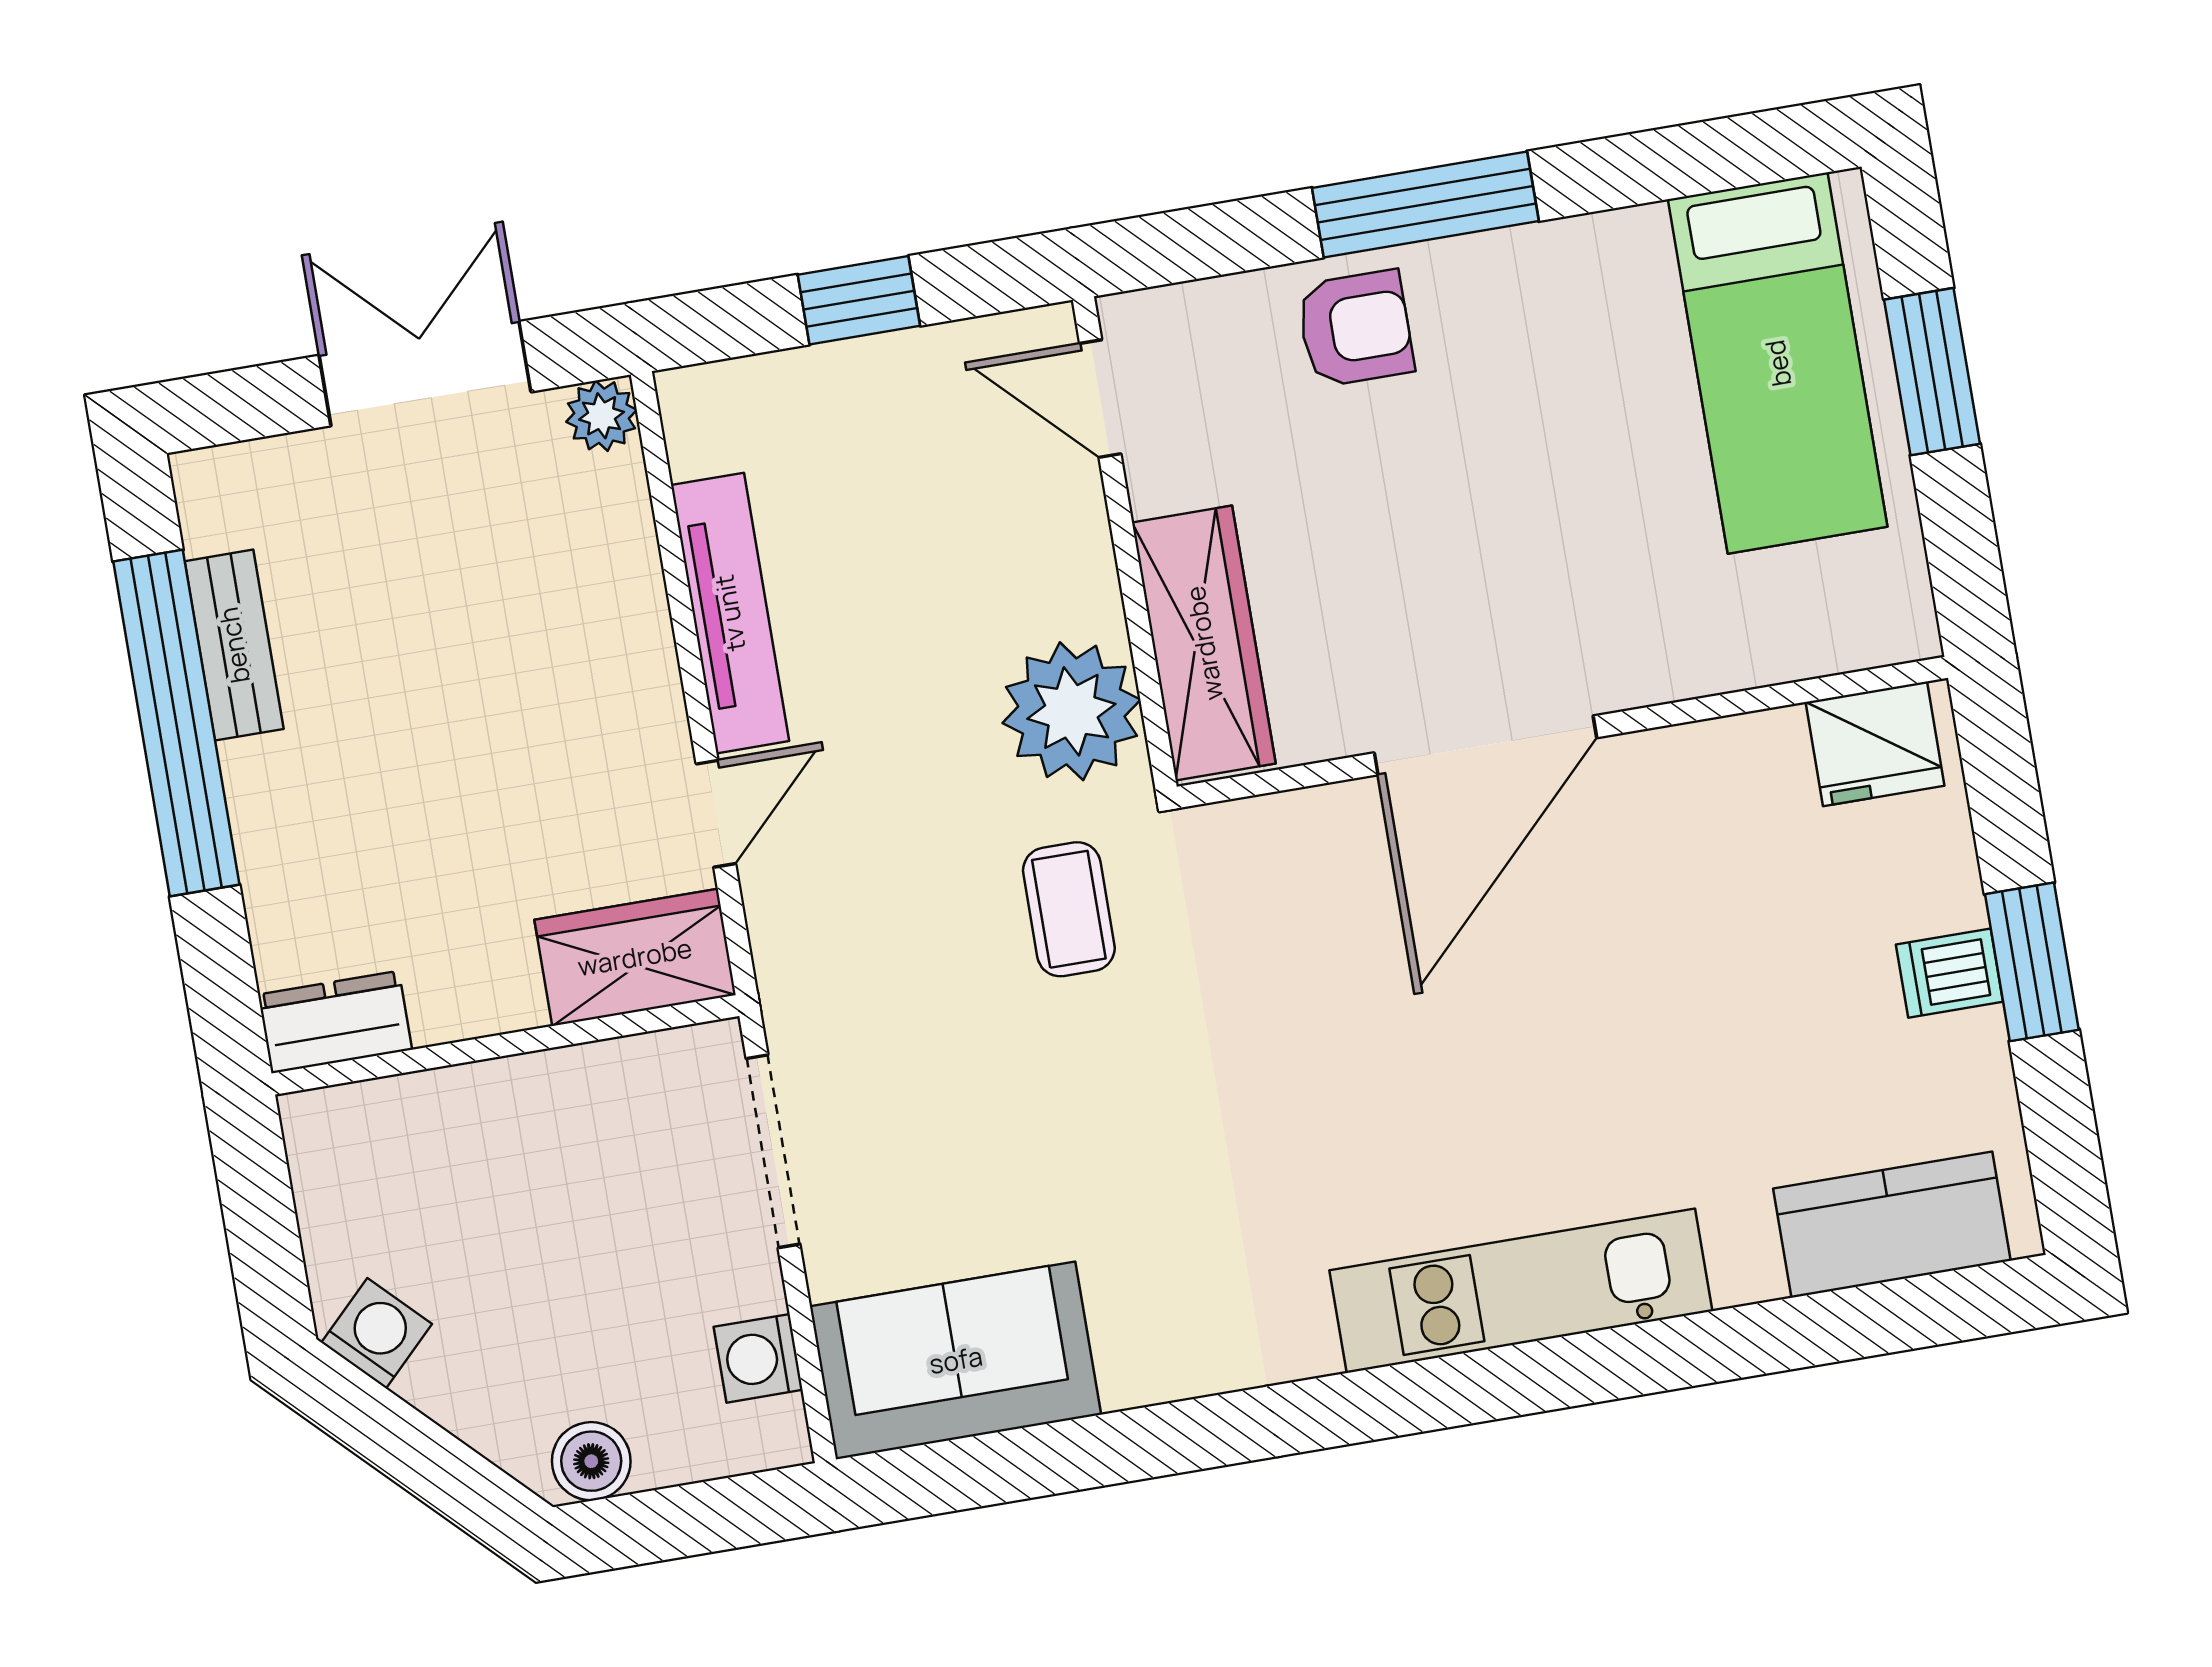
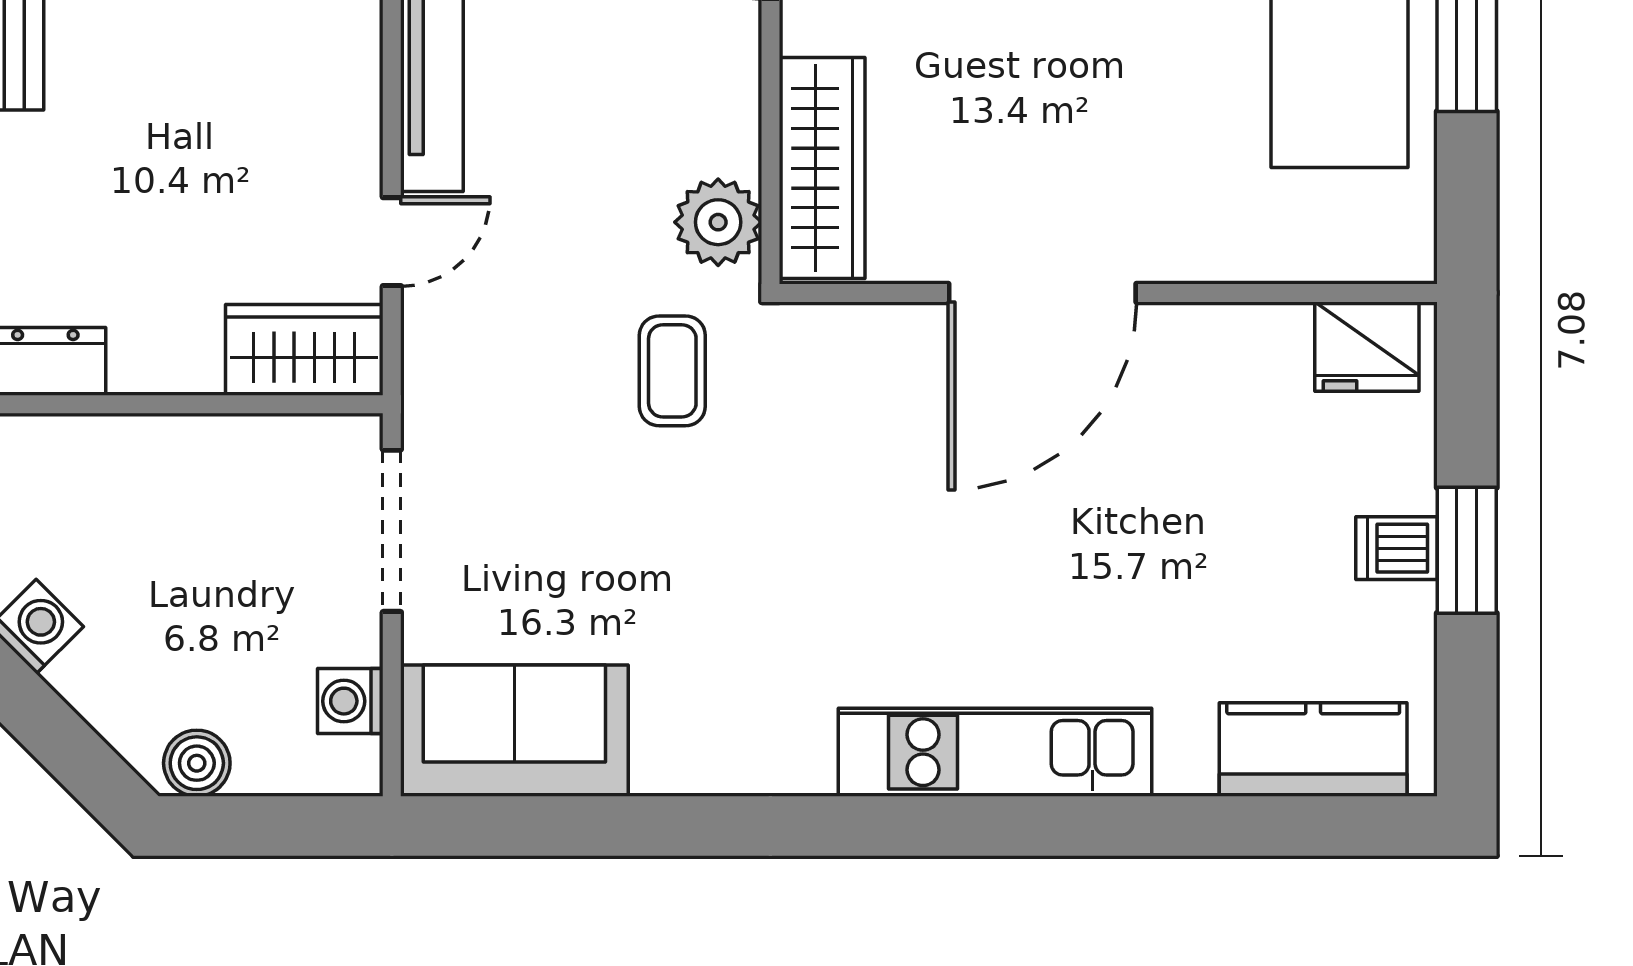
plant: (1071, 711) -> (718, 222), width x0.73, depth x0.73

